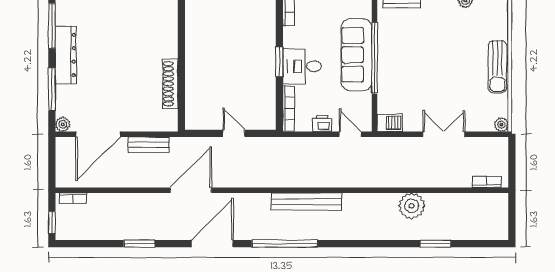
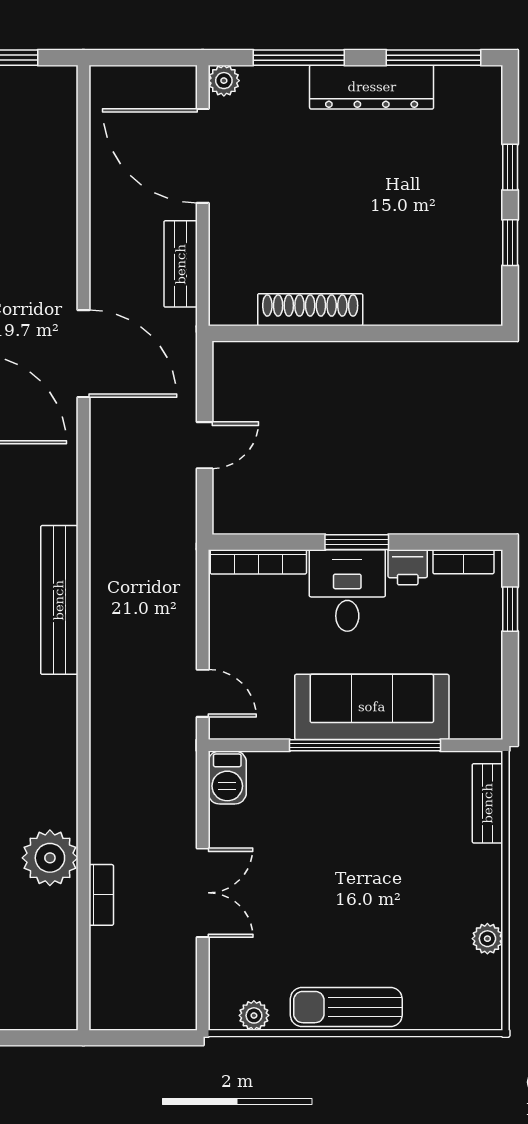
printer: (322, 123) -> (408, 567), moved, turned 90
plant: (501, 125) -> (254, 1015), moved
door: (350, 134) -> (203, 693), hinge flipped
bookcase: (487, 182) -> (101, 895), moved
bookcase: (73, 198) -> (66, 102), removed
plant: (412, 206) -> (50, 858), moved

